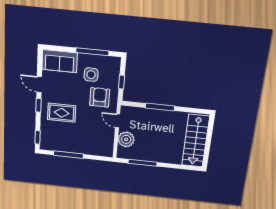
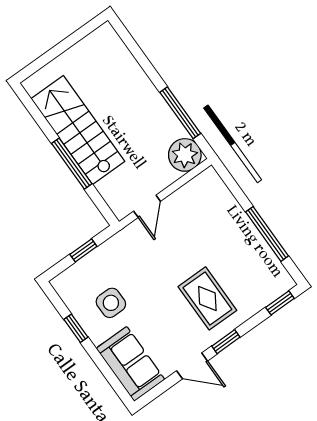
window: (92, 52) -> (76, 328), width x0.46
door: (39, 84) -> (192, 366), hinge flipped
armchair: (100, 97) -> (134, 262), removed
plant: (126, 139) -> (185, 155), moved
stairs: (196, 141) -> (78, 130), moved, turned -90

